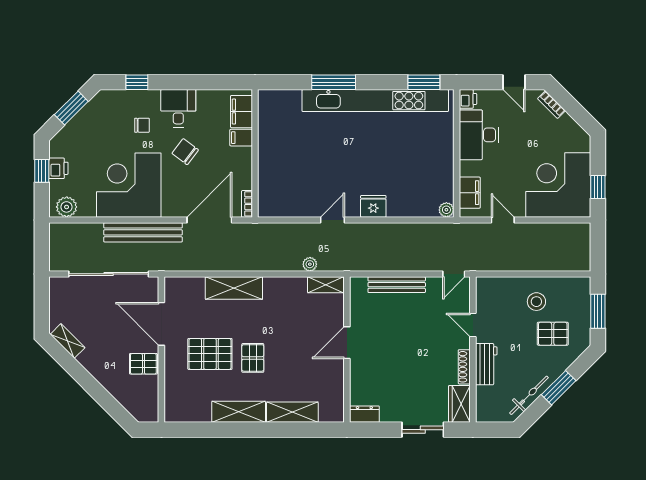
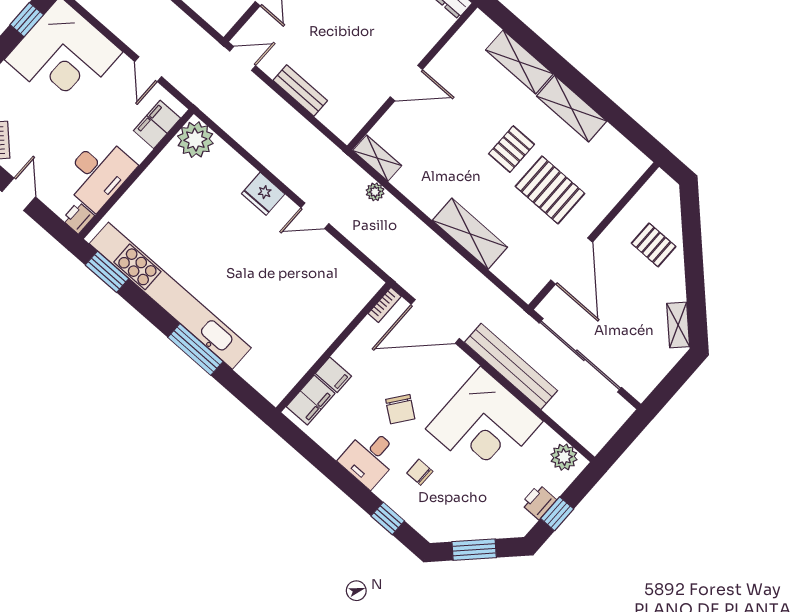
plant: (446, 210) -> (195, 140), width x1.88, depth x1.88
bench: (397, 285) -> (300, 91), width x0.73
pallet: (143, 364) -> (654, 245), moved

